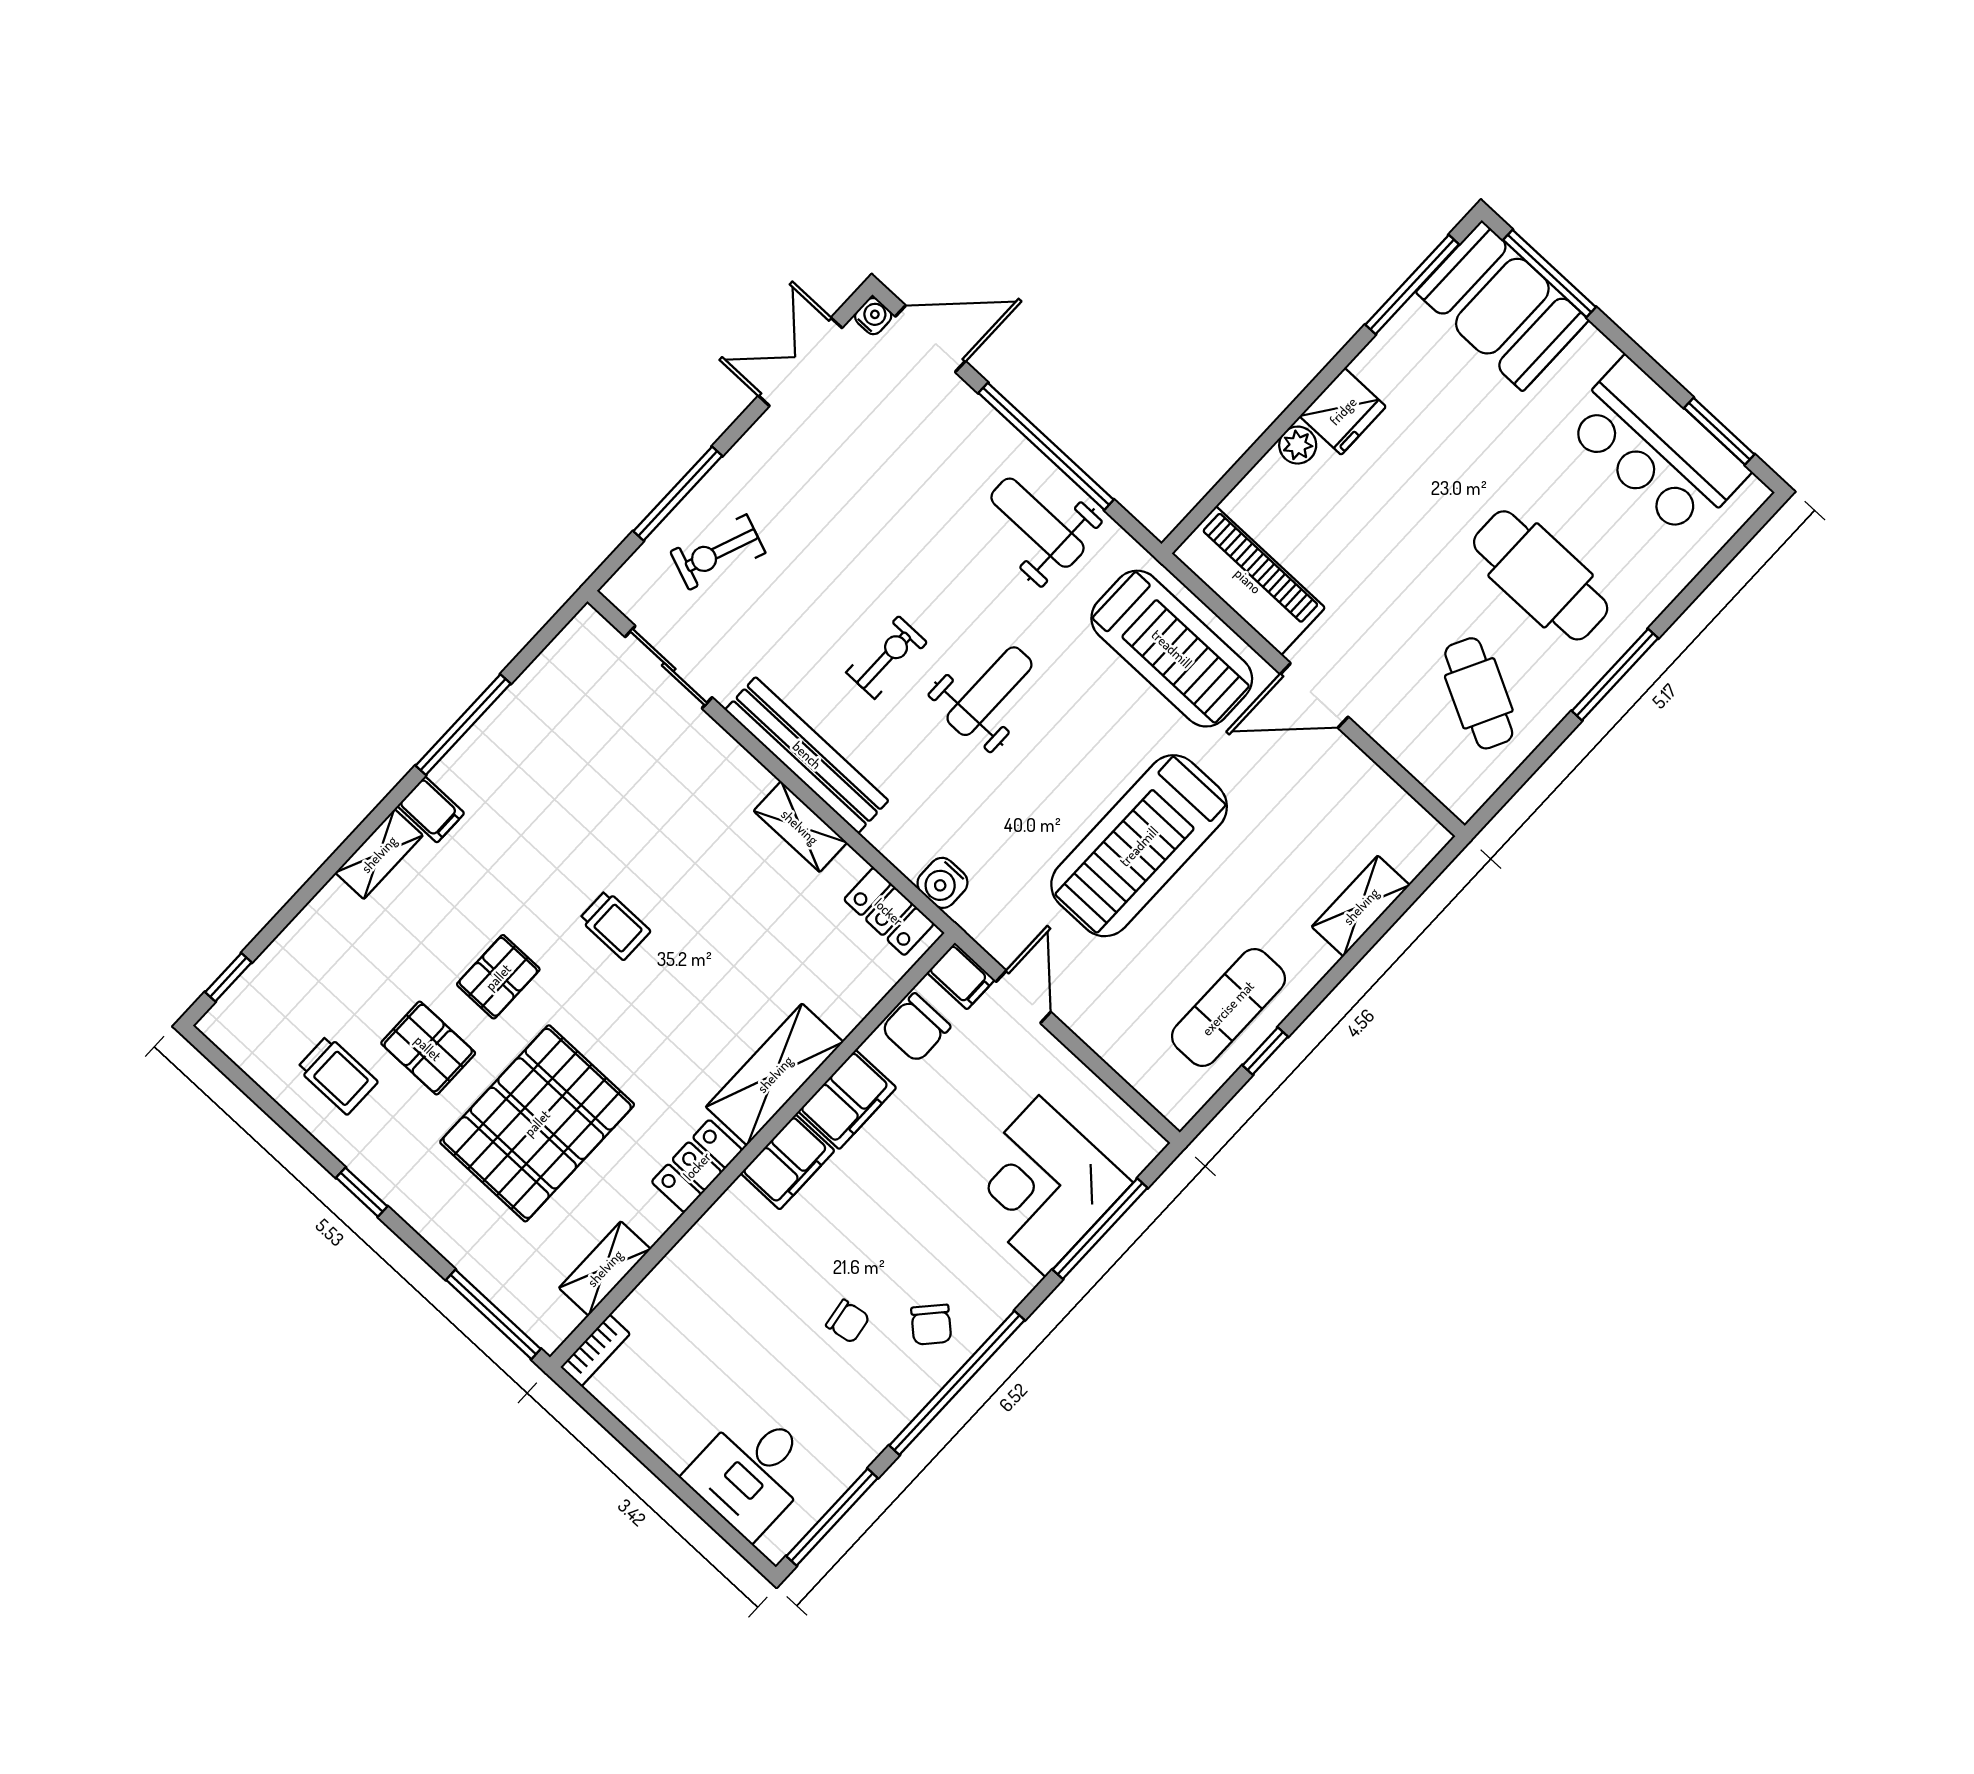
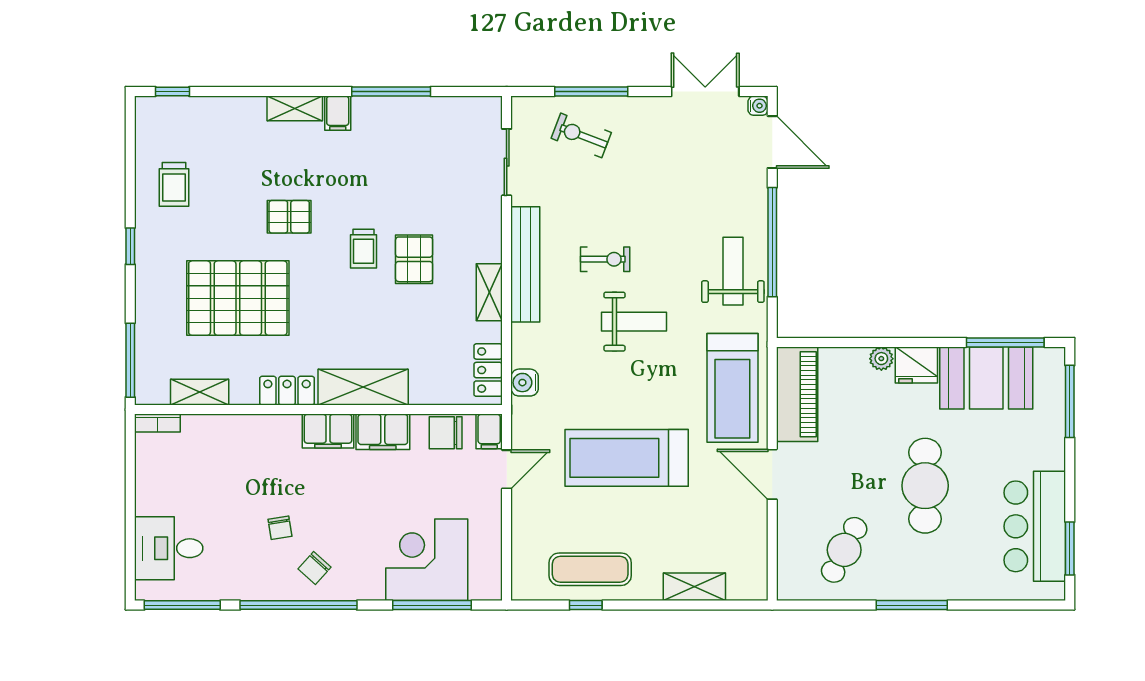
booth: (1502, 306) -> (986, 378), moved, turned 90
cafe table: (1541, 575) -> (925, 486), moved
pallet: (428, 1048) -> (414, 259), moved

